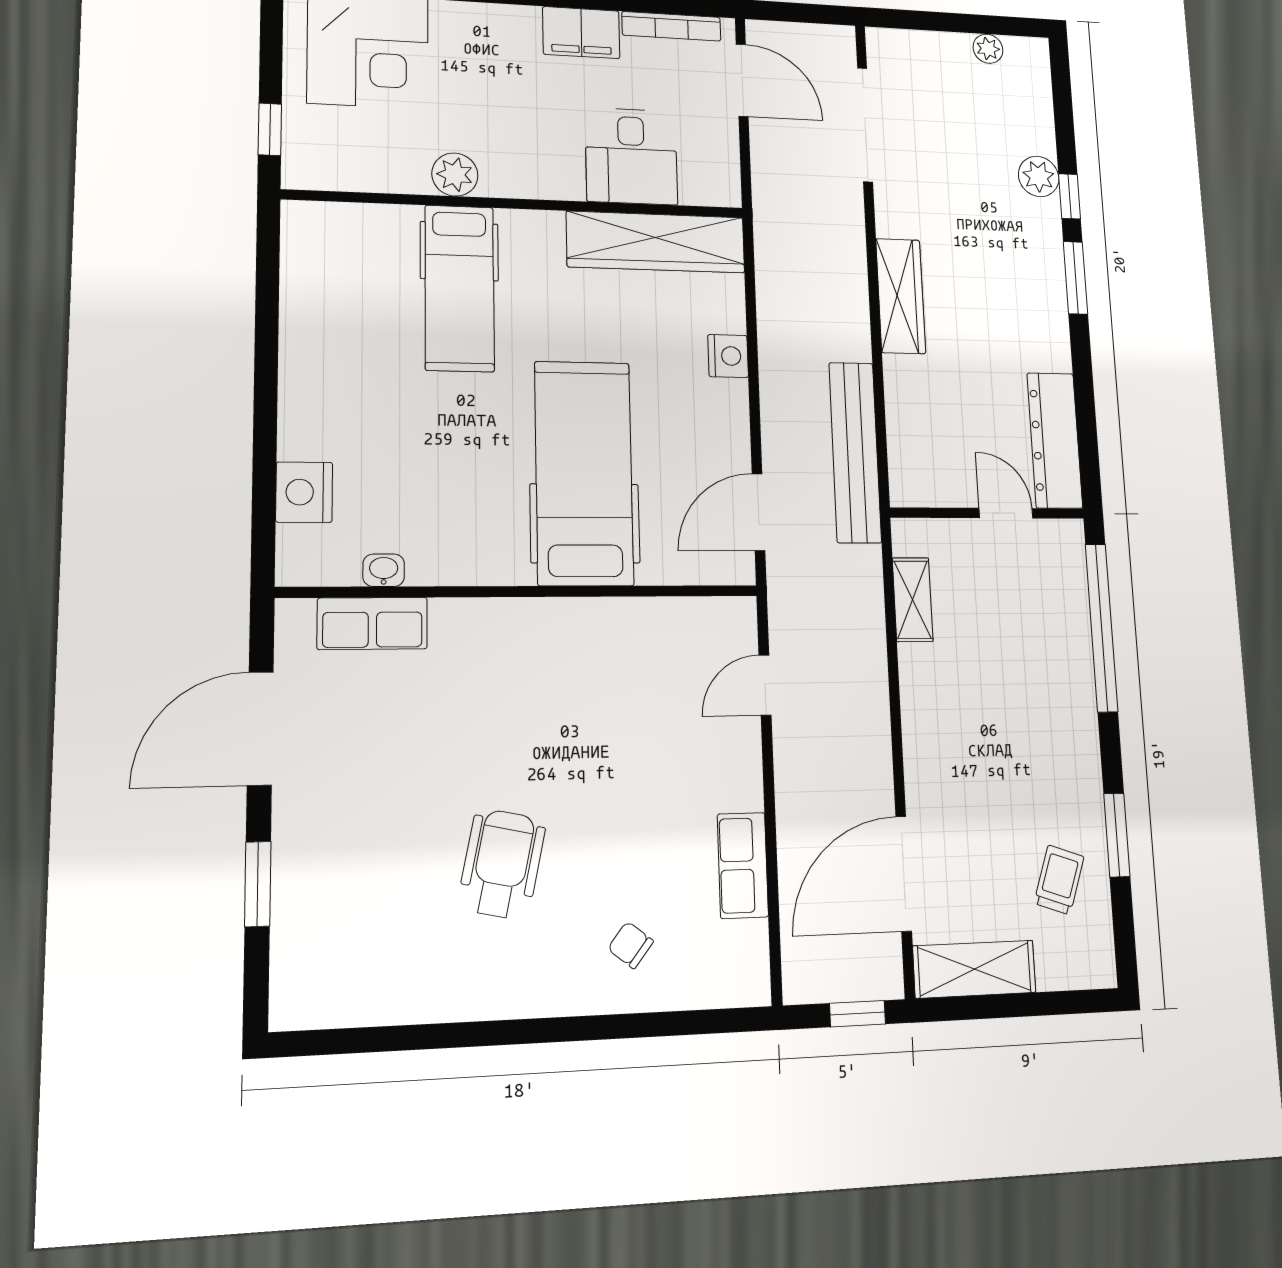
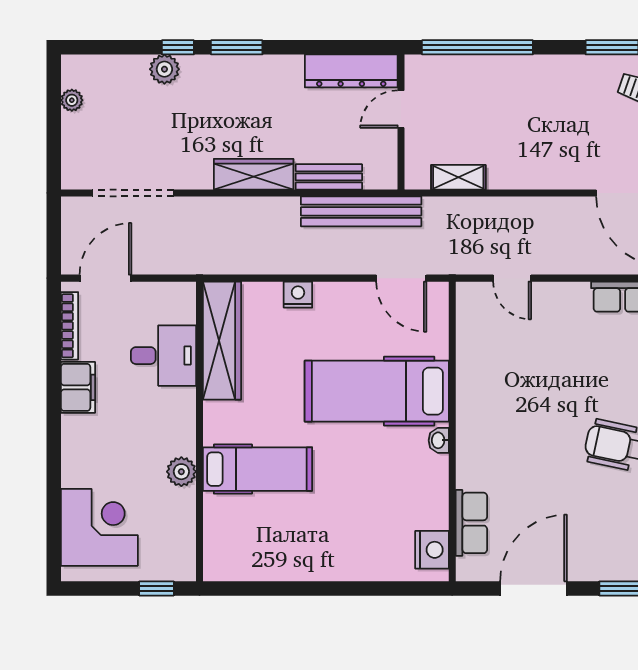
bench: (903, 405) -> (329, 177), added
nightstand: (304, 492) -> (432, 550), moved, turned -90
washbasin: (384, 570) -> (439, 440), moved
door: (260, 728) -> (533, 588), swing flipped

